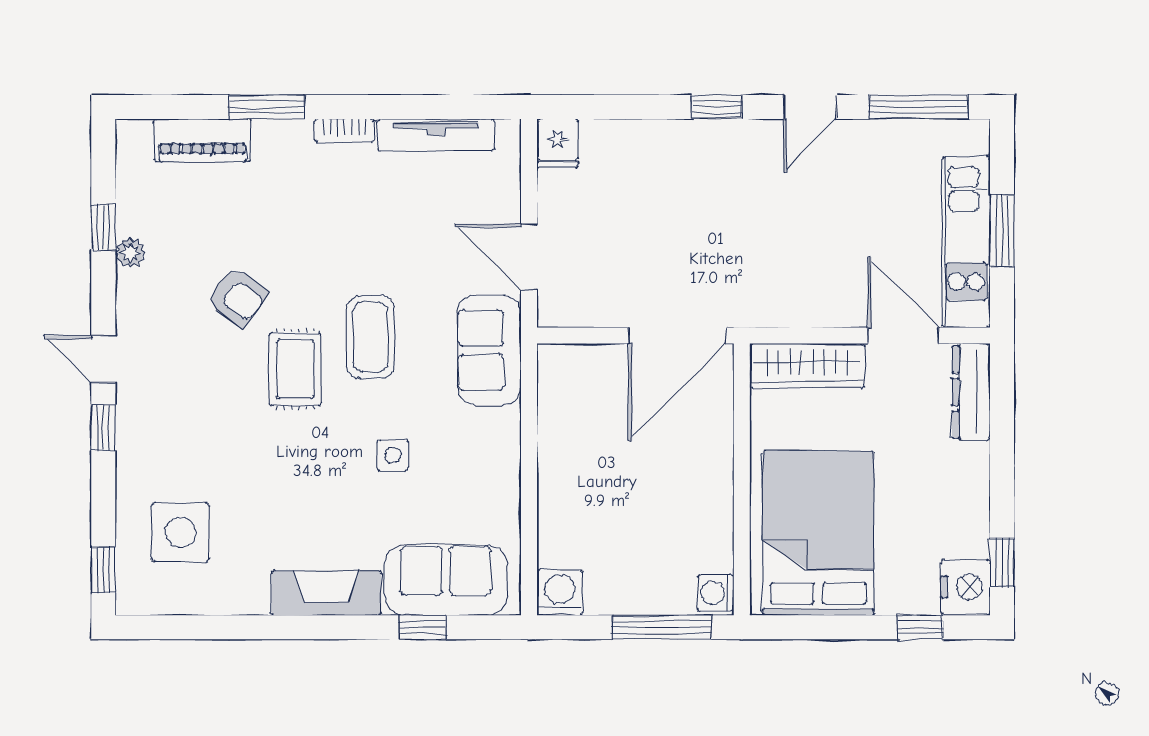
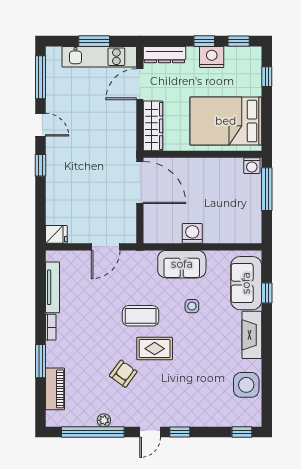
window: (103, 227) -> (93, 432), width x3.17
sofa: (489, 350) -> (182, 264), moved
window: (1002, 483) -> (204, 41), added
side table: (181, 532) -> (246, 385), moved
nightstand: (966, 587) -> (212, 57), moved
washing machine: (560, 593) -> (192, 233), moved, turned 90

